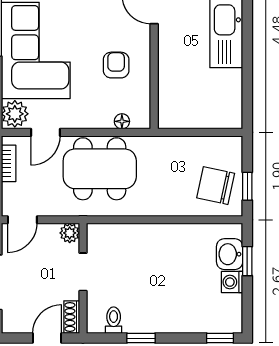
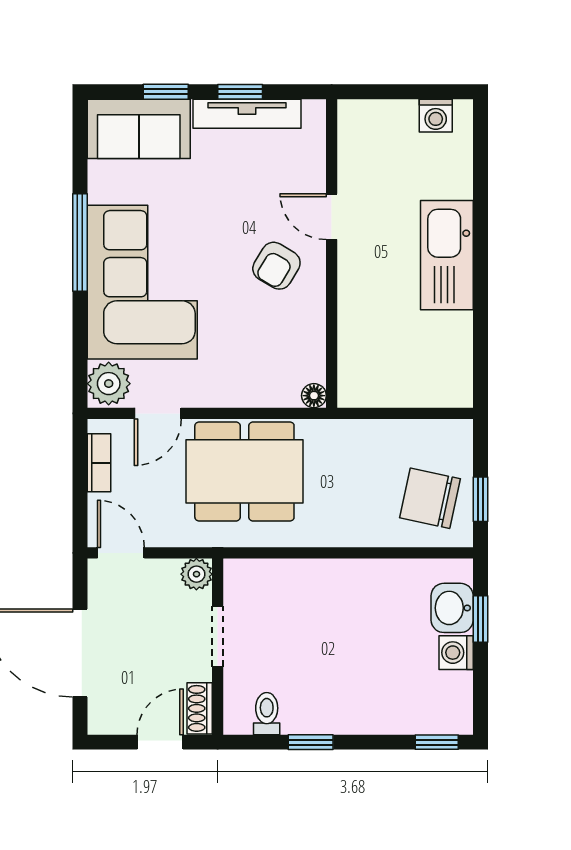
armchair: (116, 65) -> (276, 266), moved, turned -149
floor lamp: (122, 121) -> (314, 396), moved
door: (22, 220) -> (121, 553), swing flipped

